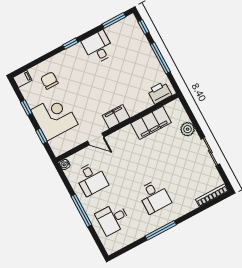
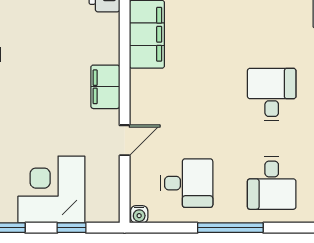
desk: (154, 196) -> (272, 95), turned -90

